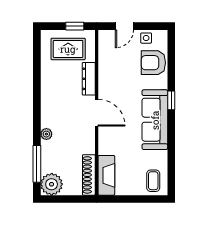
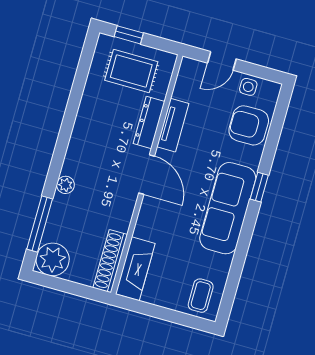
window: (75, 26) -> (129, 35), moved
tv unit: (105, 76) -> (173, 125), added

